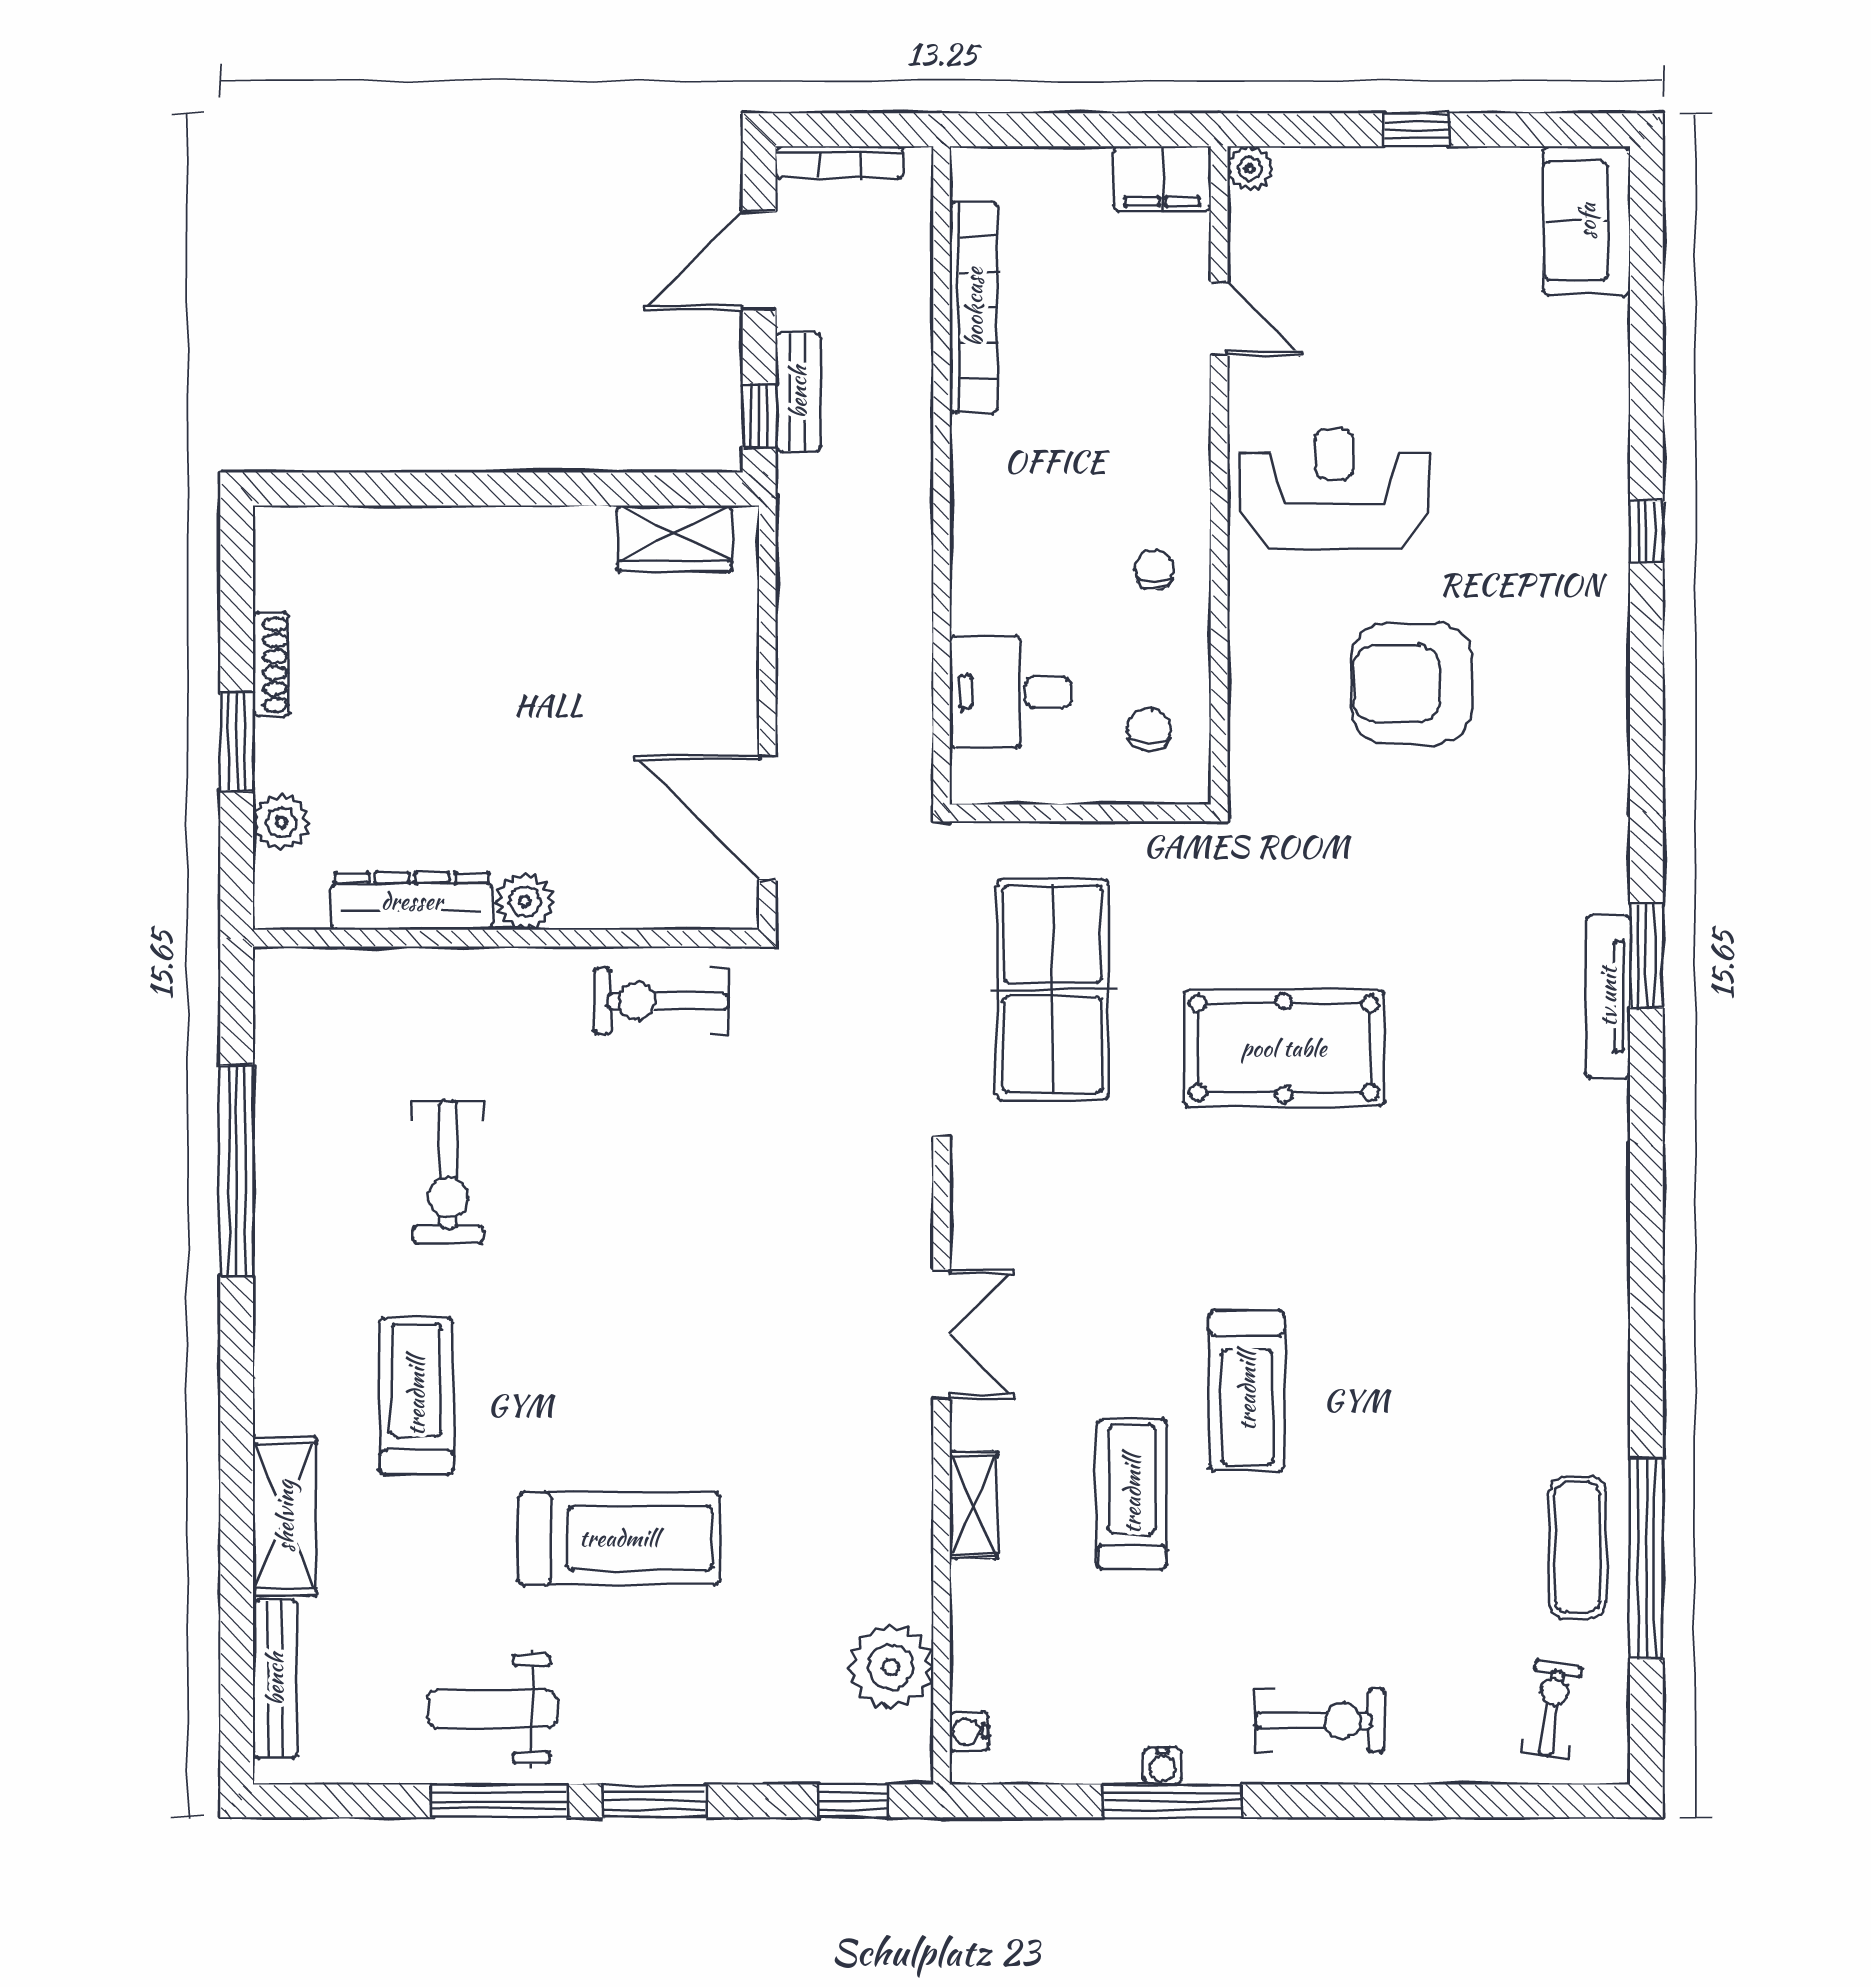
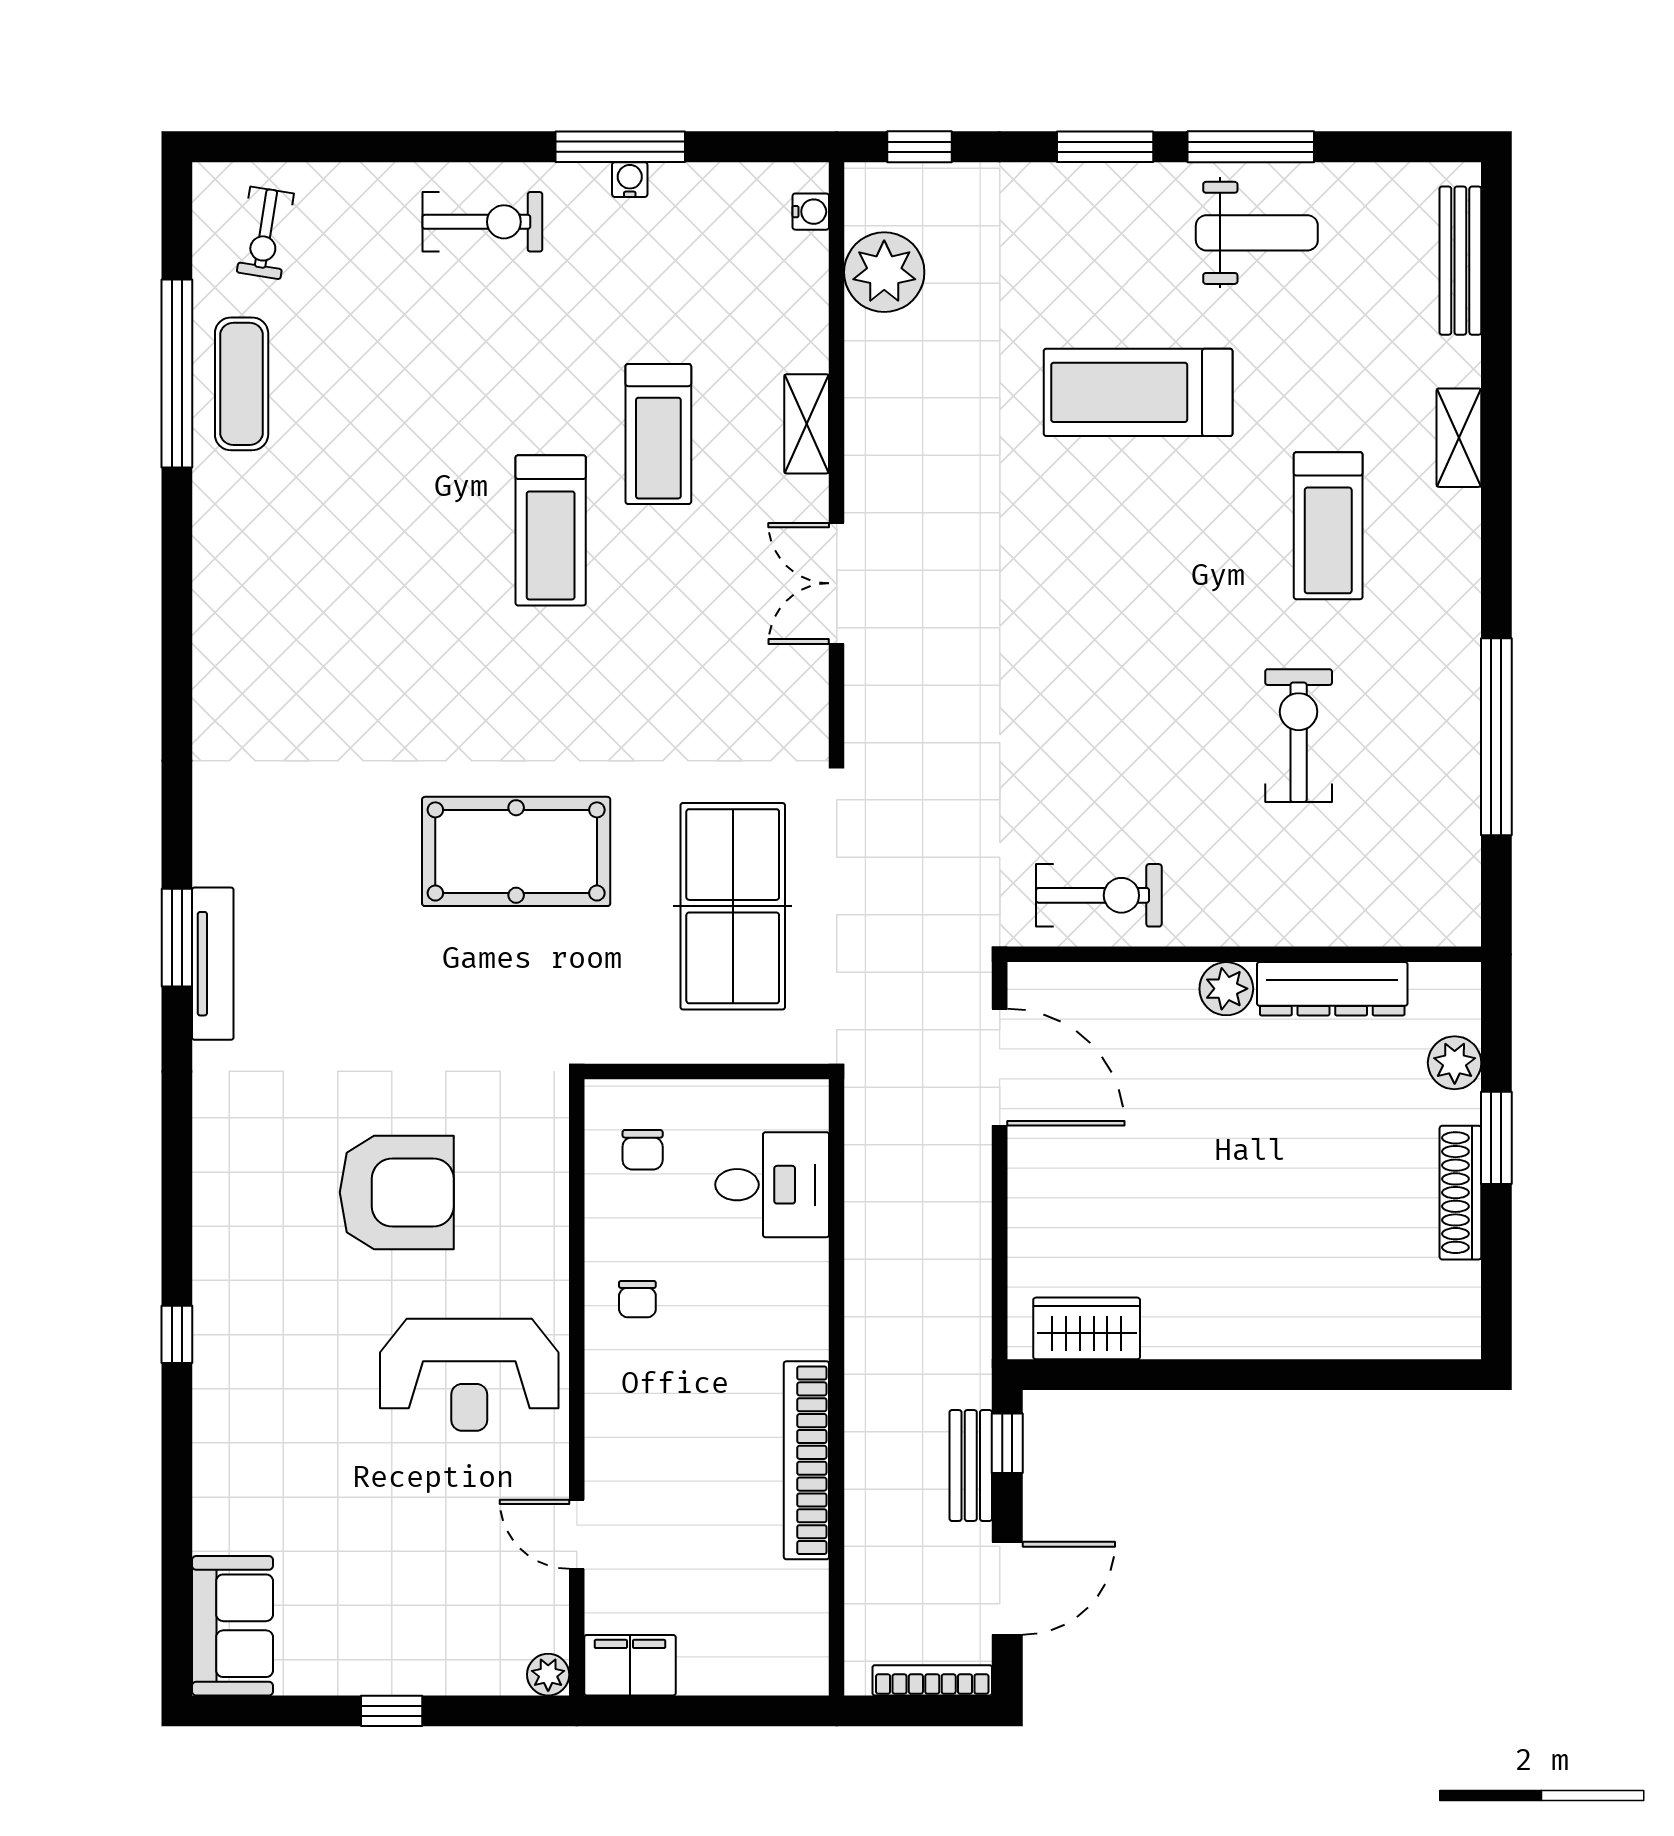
bookcase: (974, 307) -> (806, 1460), moved
shoe rack: (271, 665) -> (1460, 1193), width x1.36, depth x1.24
tv unit: (1608, 997) -> (213, 964), moved
treadmill: (1247, 1391) -> (551, 530), turned 180
shelving: (285, 1516) -> (1459, 438), width x0.67, depth x0.75
exercise bike: (1320, 1721) -> (482, 222), turned 180

